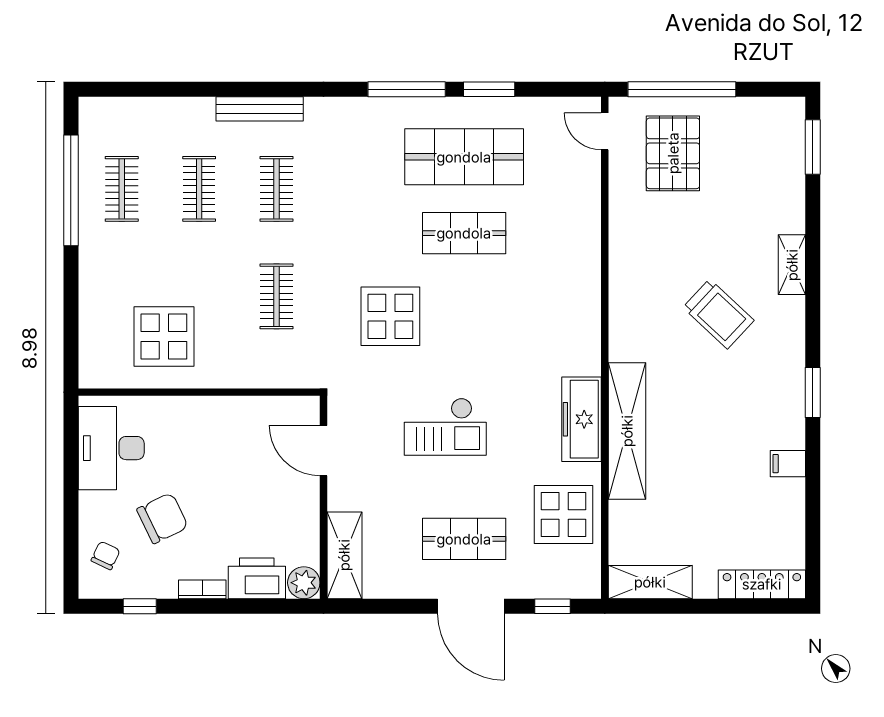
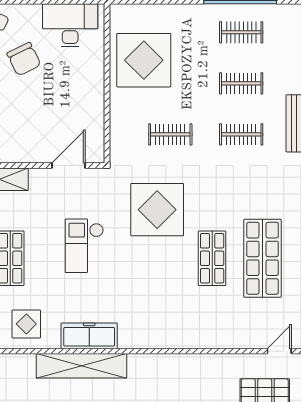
display table: (390, 316) -> (157, 210), width x1.36, depth x1.36
display table: (164, 337) -> (144, 60), width x1.36, depth x1.36
display table: (564, 514) -> (26, 324), width x0.73, depth x0.73

